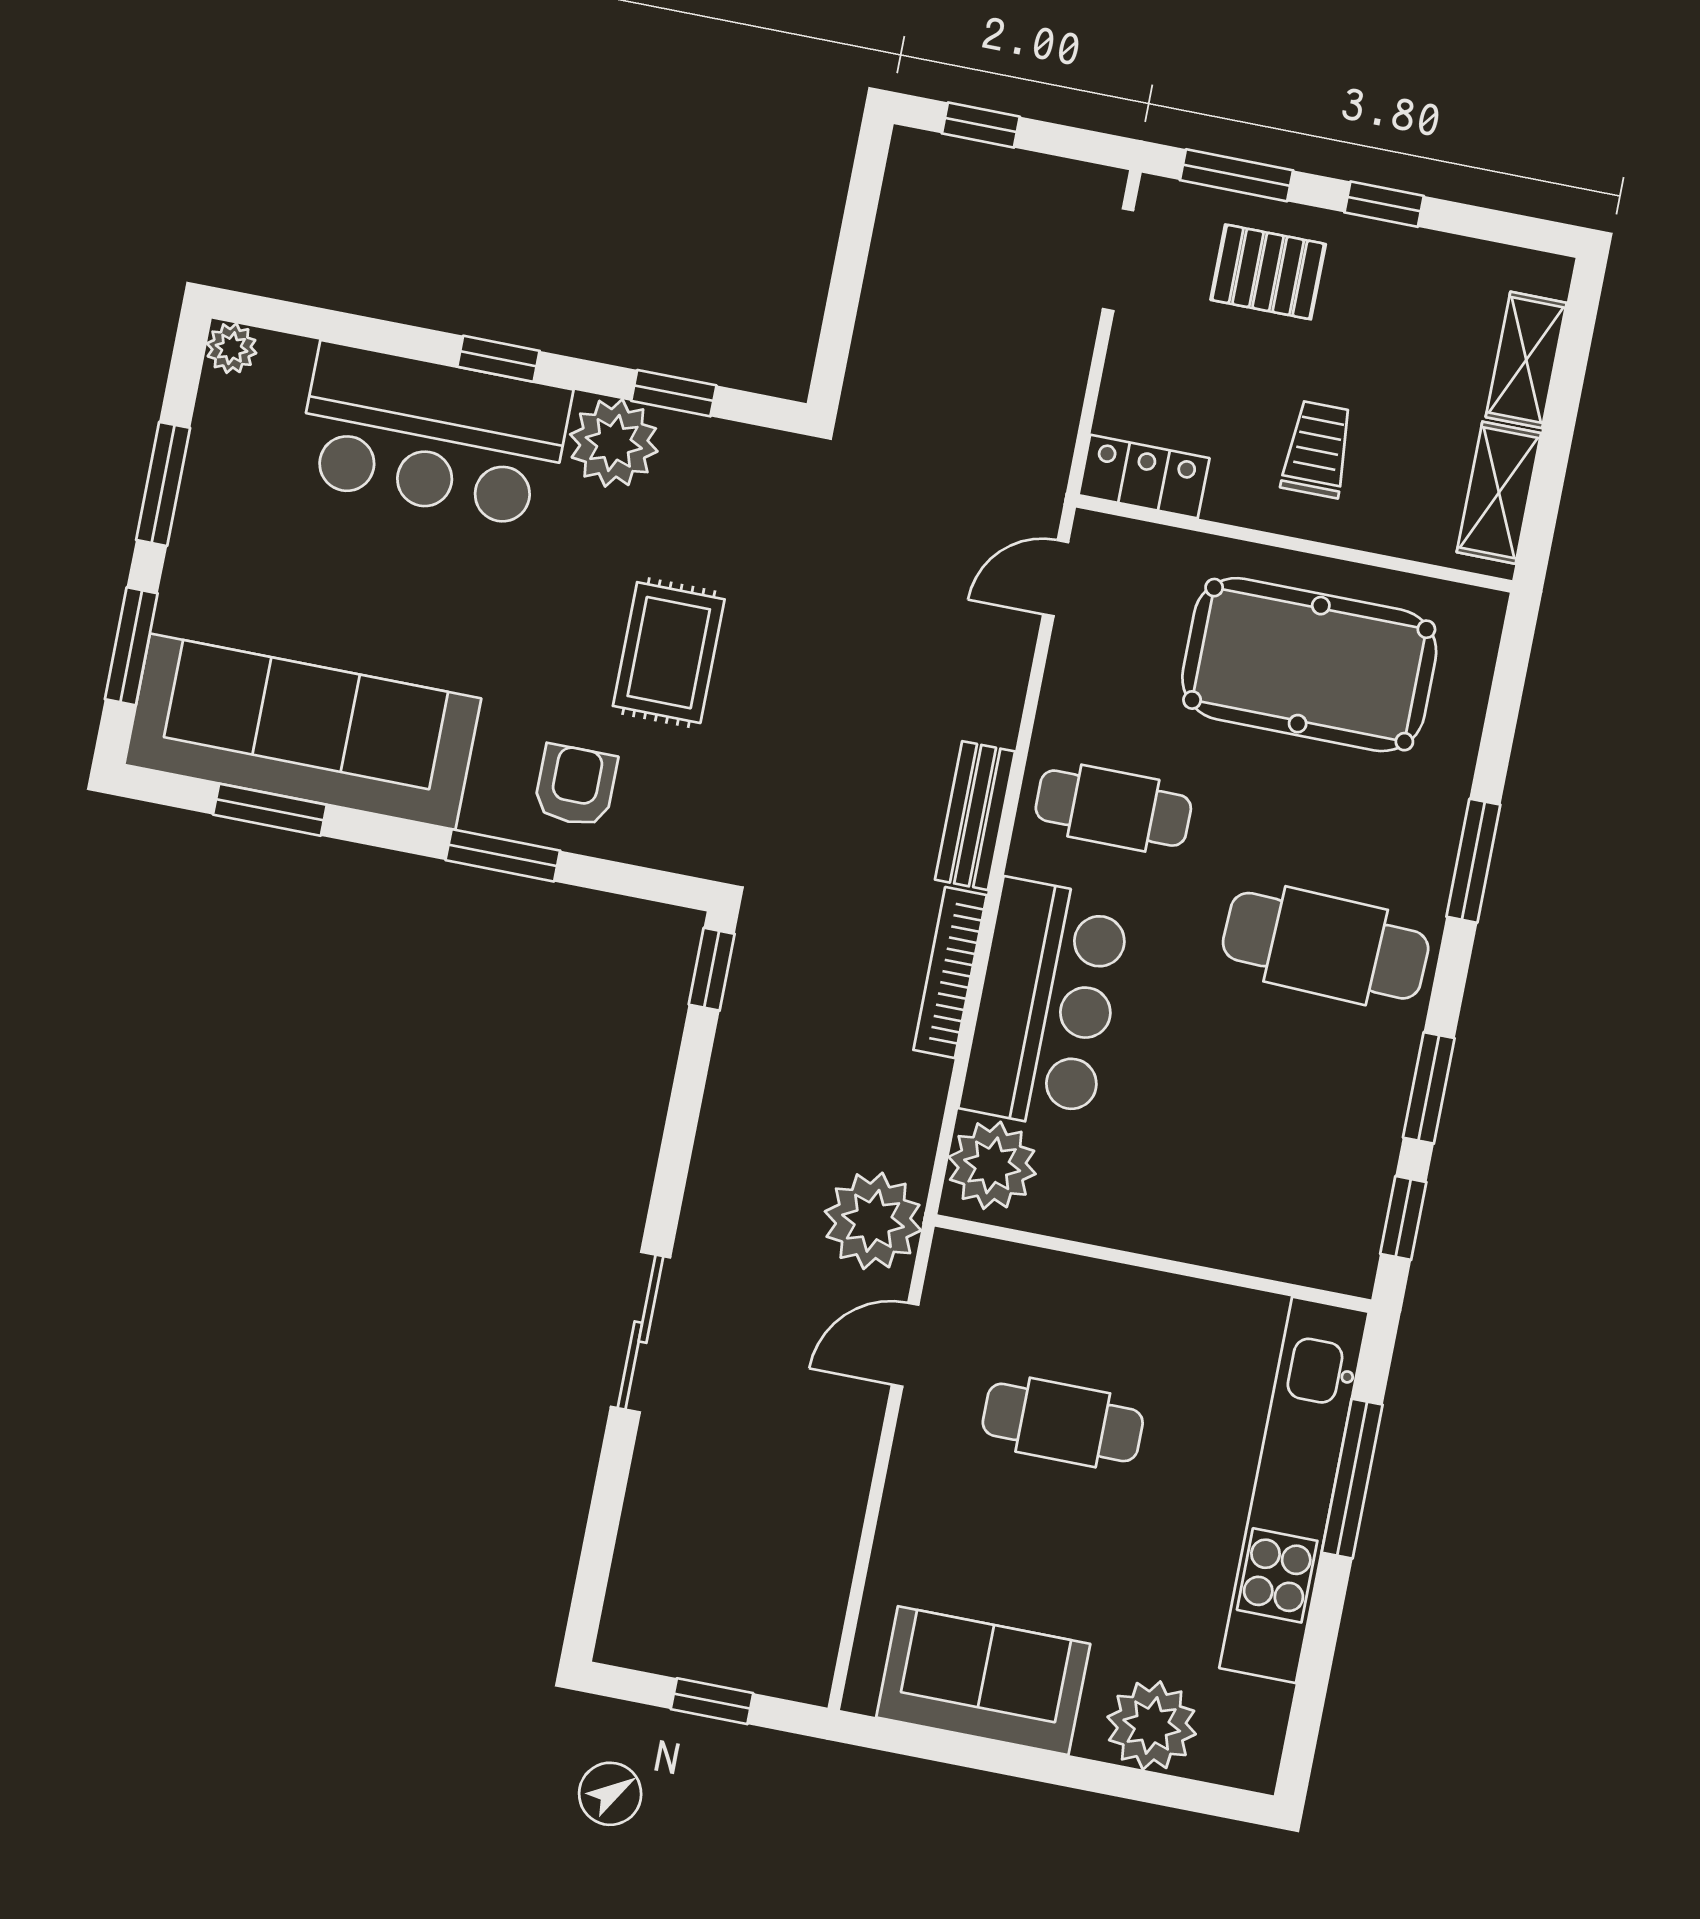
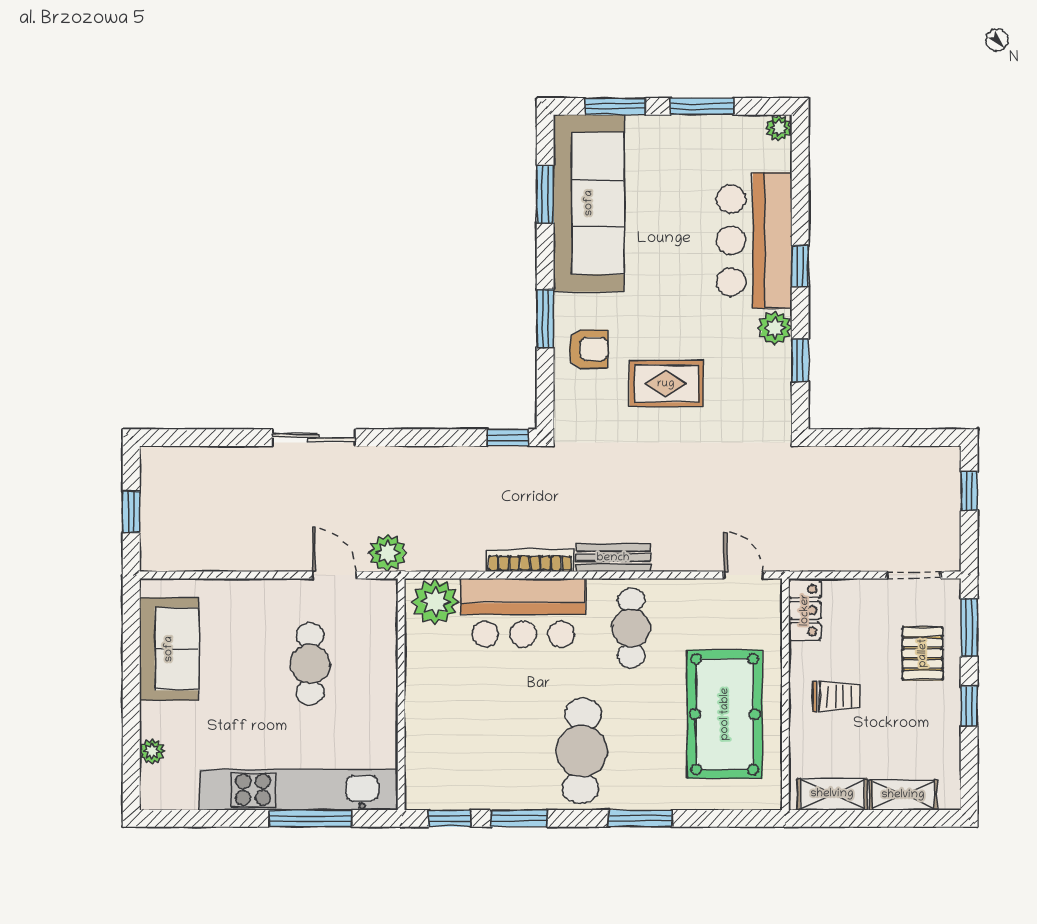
plant: (614, 443) -> (775, 328), width x0.73, depth x0.73
plant: (873, 1221) -> (388, 553), width x0.73, depth x0.73
plant: (1152, 1725) -> (152, 751), width x0.53, depth x0.53

